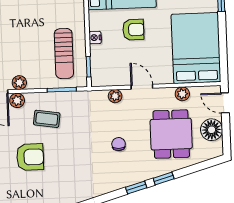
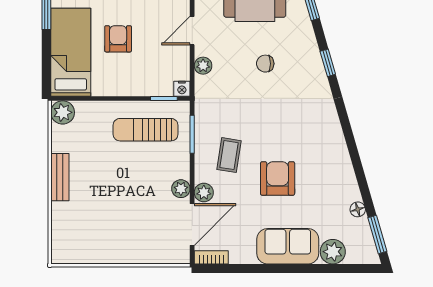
nightstand: (95, 38) -> (182, 89), moved
sun lounger: (64, 54) -> (146, 130), turned 180
window: (136, 187) -> (328, 63), moved

